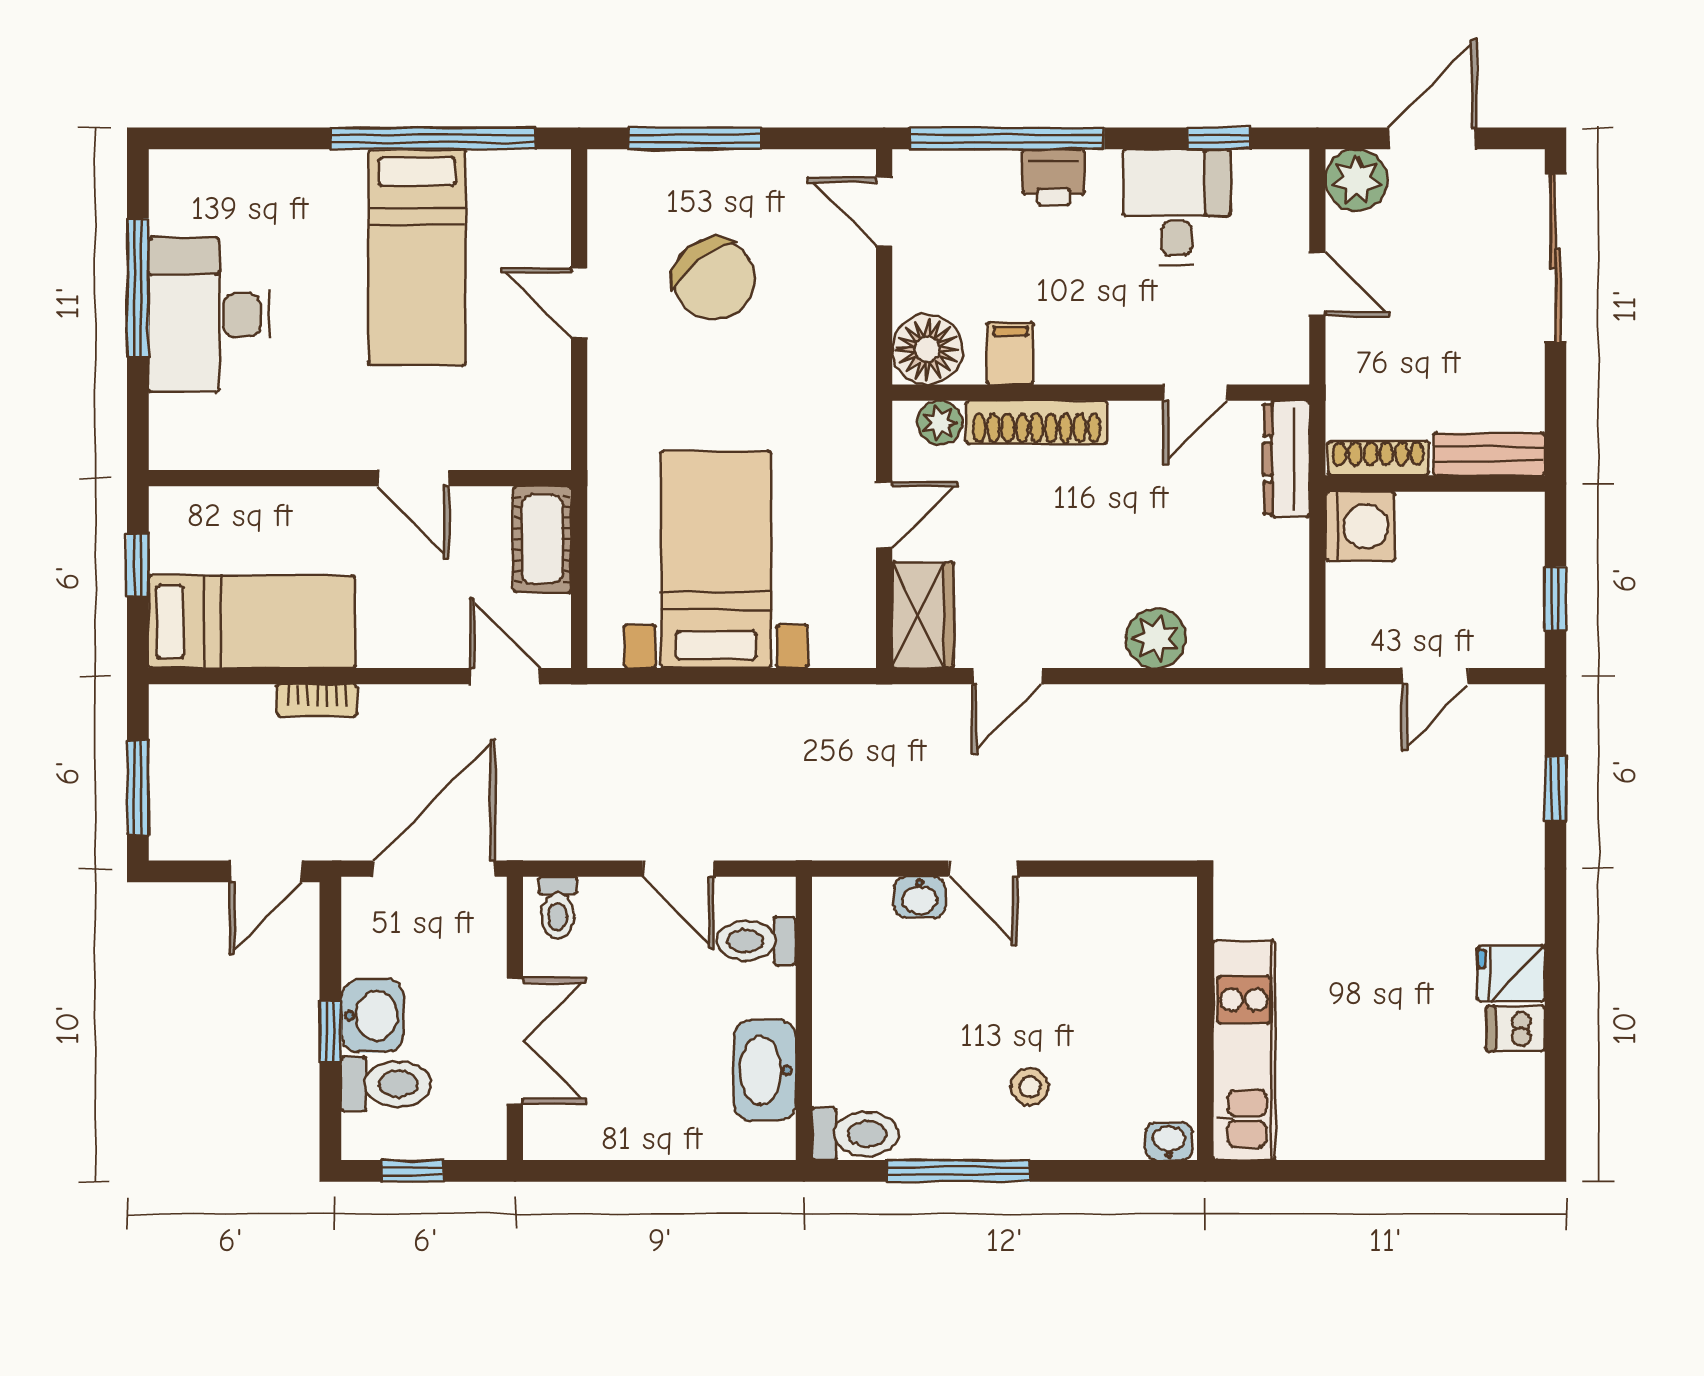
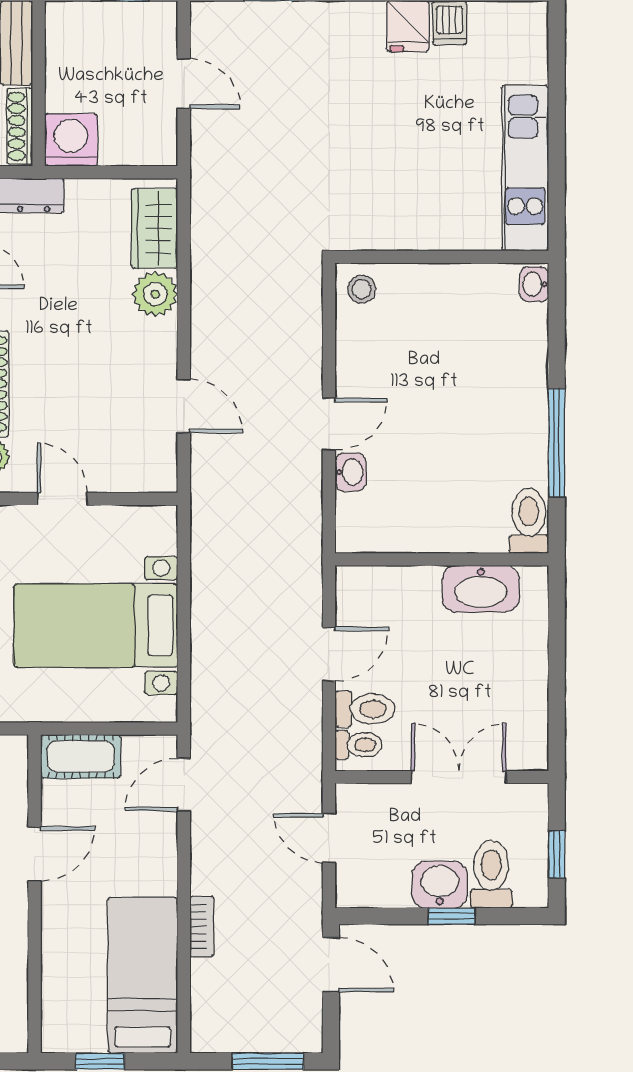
wardrobe: (923, 615) -> (155, 228), moved, turned -90
door: (434, 869) -> (329, 838), width x0.53
toilet: (756, 941) -> (365, 709), moved, turned -90
kitchen unit: (1244, 1050) -> (525, 168), moved, turned -90
stool: (1030, 1087) -> (362, 289), moved

